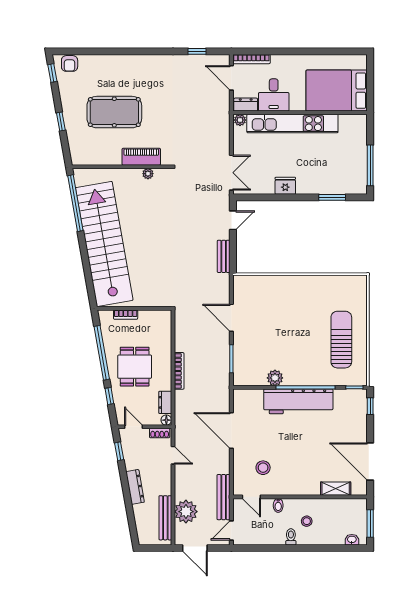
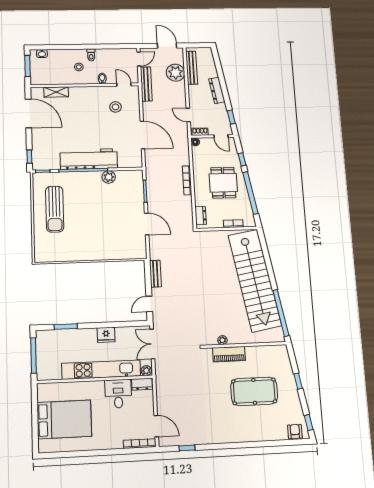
desk: (274, 95) -> (118, 394), moved
dresser: (246, 105) -> (142, 384), moved
wall: (300, 113) -> (95, 379), moved
plant: (240, 120) -> (146, 371), moved
kitchen unit: (292, 124) -> (101, 370), moved
dresser: (165, 402) -> (201, 215), moved

